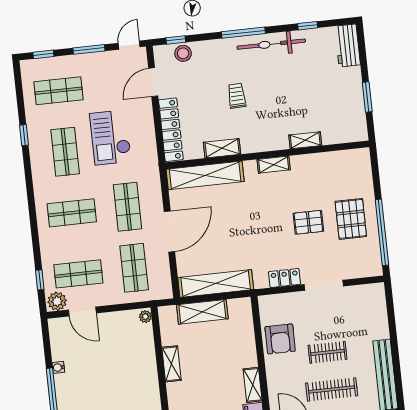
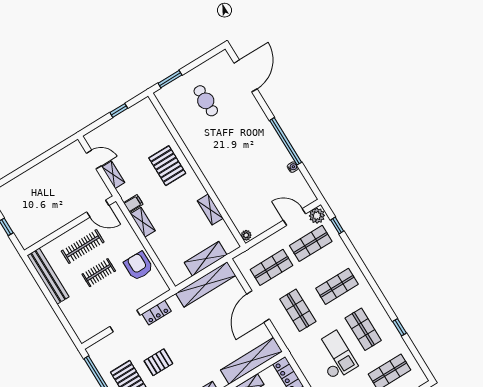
shop shelf: (134, 268) -> (272, 267), turned 90

